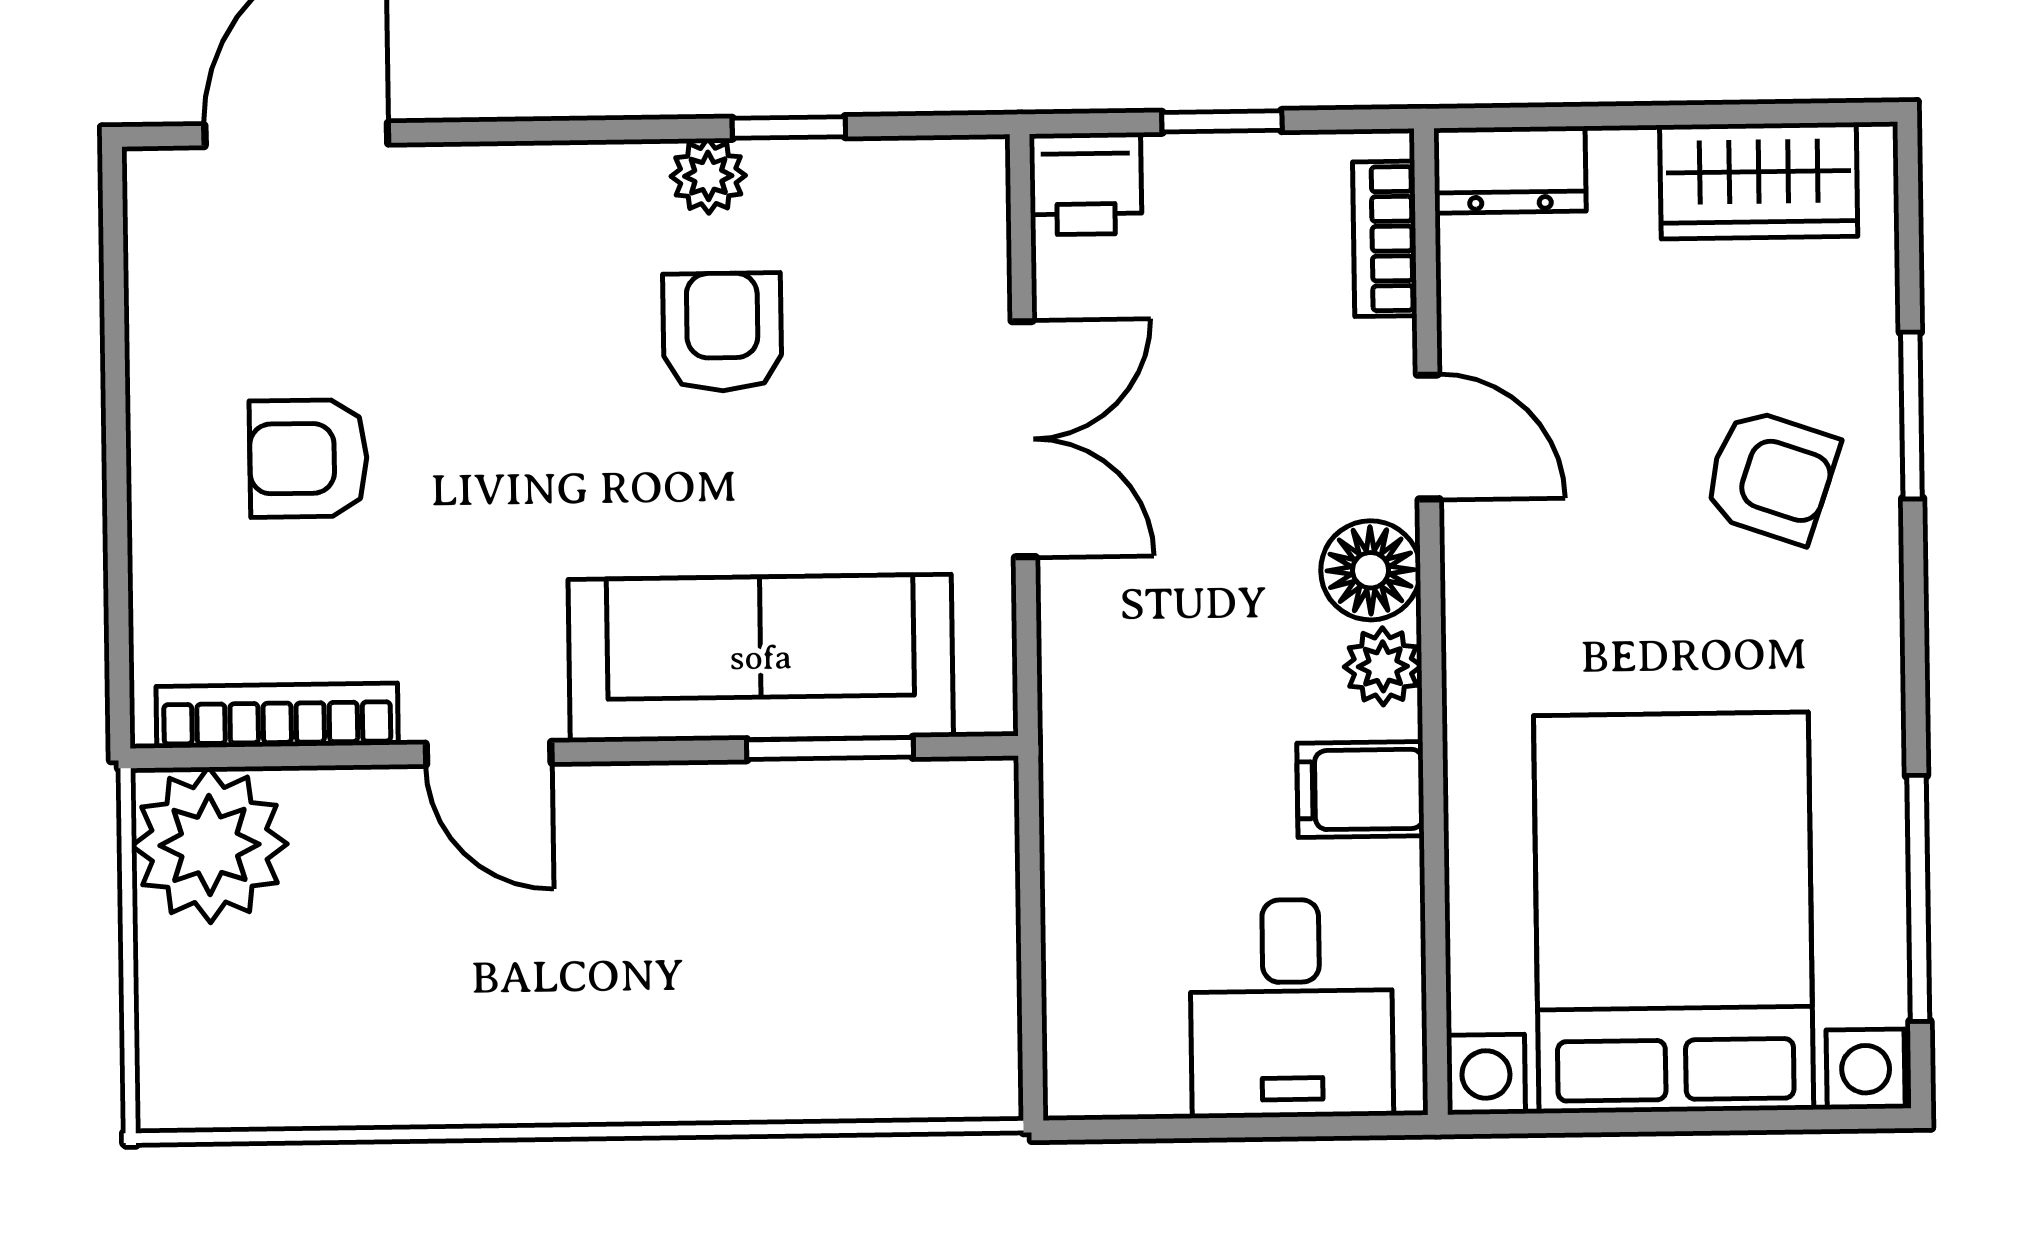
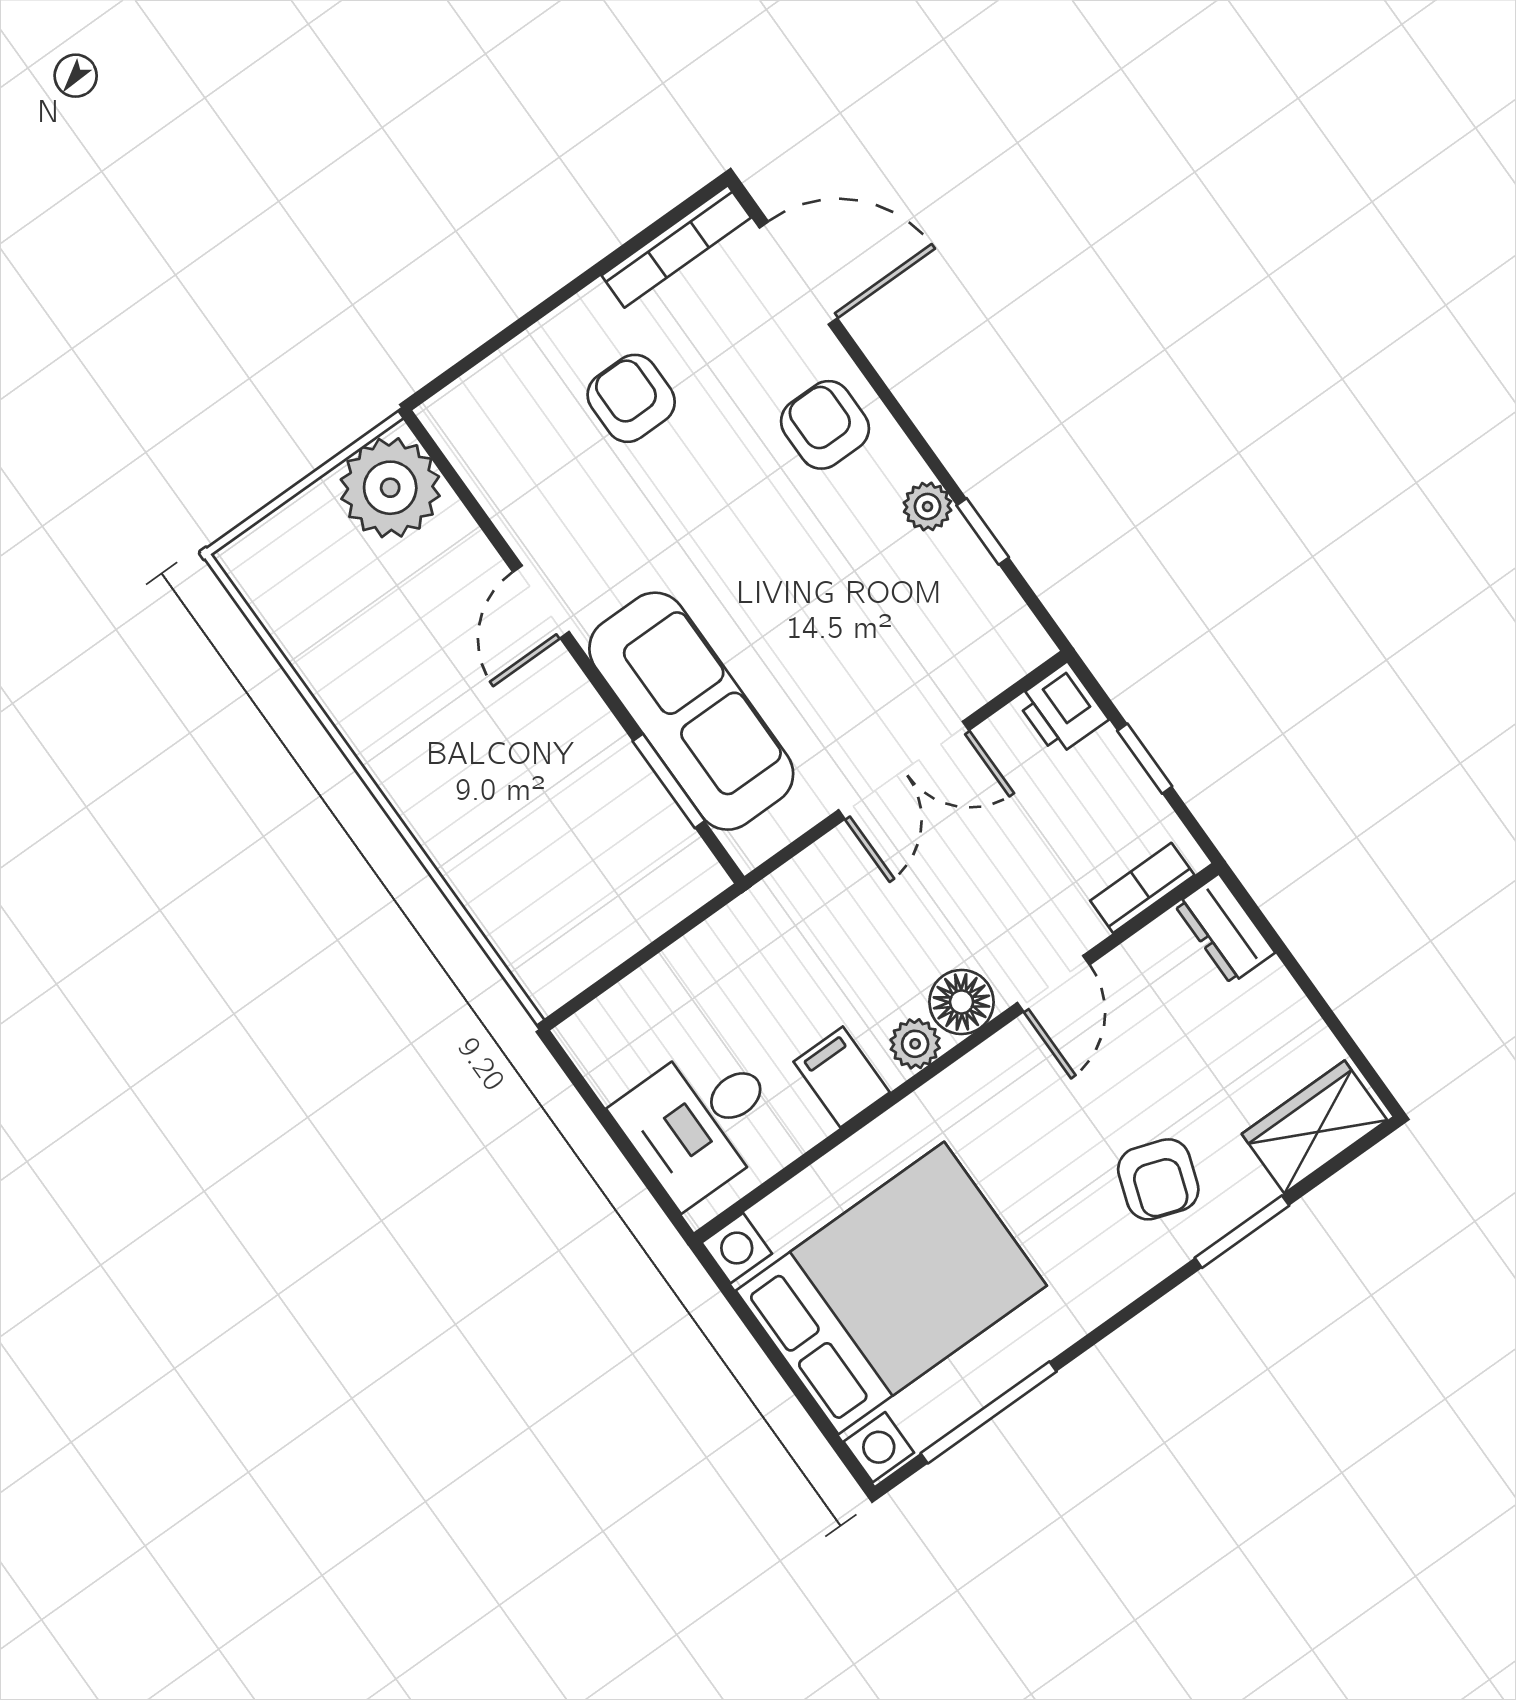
wardrobe: (1759, 181) -> (1314, 1127), moved, turned 90
armchair: (722, 332) -> (825, 425), moved, turned -90
bookcase: (277, 715) -> (676, 246), moved, turned 90

